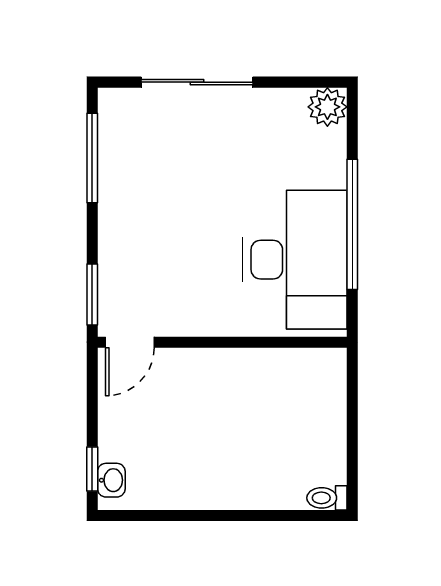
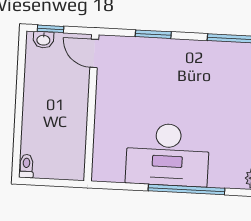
door: (130, 342) -> (94, 53), moved
wall: (222, 342) -> (91, 108), moved

